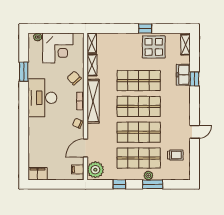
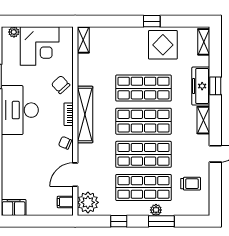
shelving: (92, 65) -> (203, 120), moved
freezer: (183, 75) -> (201, 86), width x1.40

